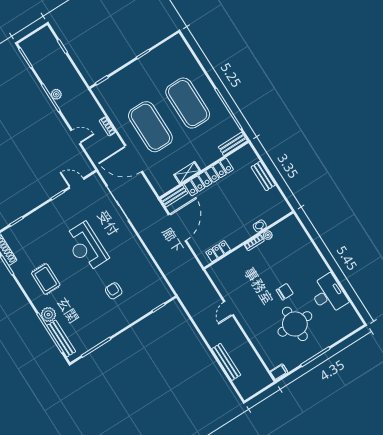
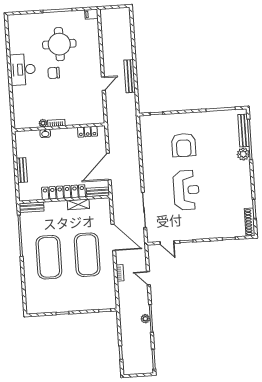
rug: (46, 279) -> (230, 182), removed
armchair: (114, 291) -> (184, 145), width x1.88, depth x1.88
desk: (328, 294) -> (23, 69), moved
bench: (226, 362) -> (130, 76), moved

